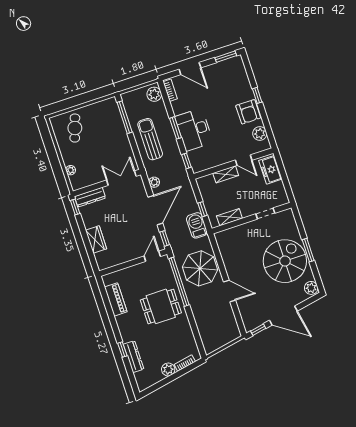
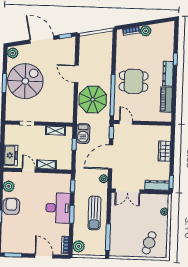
door: (152, 256) -> (126, 122), swing flipped
spiral stairs: (285, 261) -> (25, 81), turned 180
dresser: (134, 357) -> (168, 74), moved

